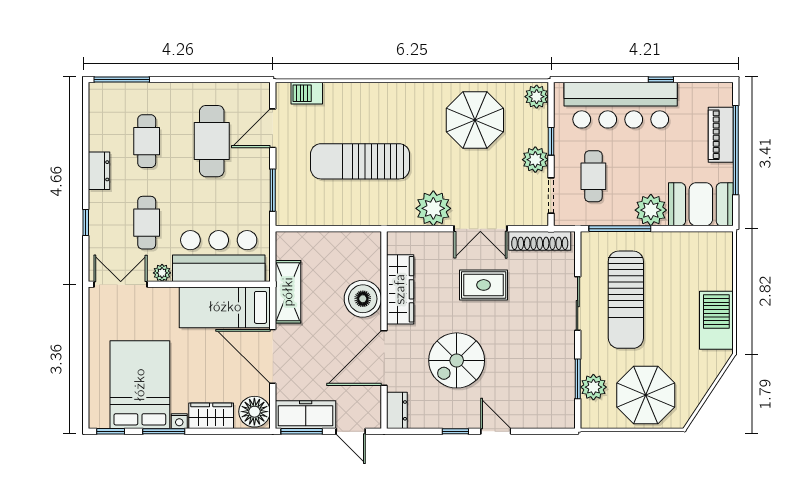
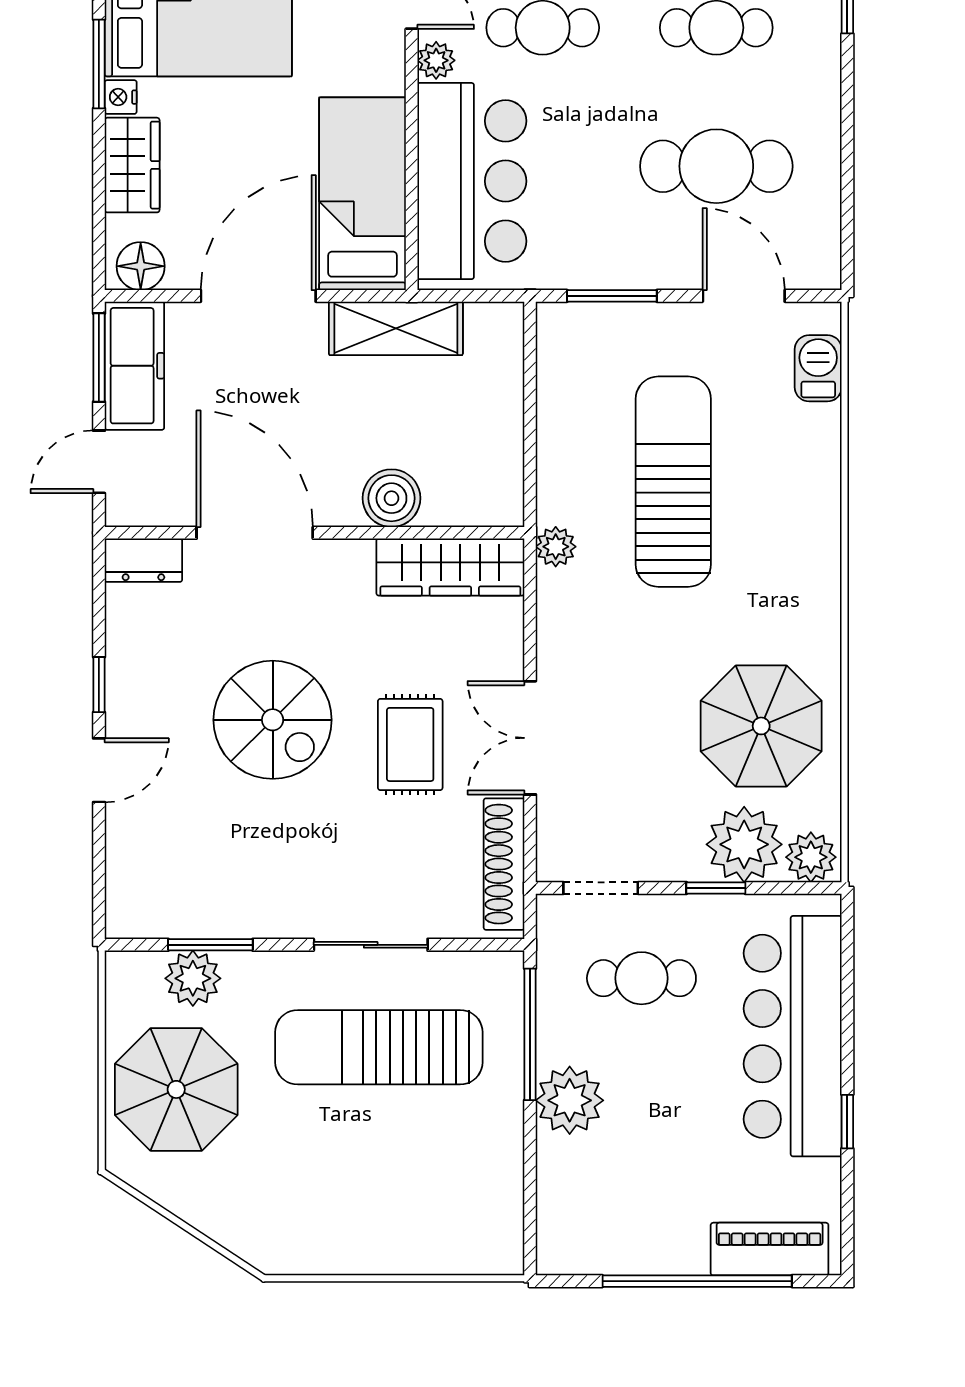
piano: (721, 135) -> (770, 1249), moved
plant: (535, 160) -> (744, 844), moved, width x1.36, depth x1.36
booth: (701, 204) -> (582, 1207), removed
plant: (433, 208) -> (556, 547), moved, width x0.53, depth x0.53
wardrobe: (400, 289) -> (450, 567), moved
boiler: (363, 299) -> (391, 498), width x0.73, depth x0.73
barbecue: (716, 320) -> (335, 1240), removed
spiral stairs: (457, 360) -> (273, 720), moved, turned 180
floor lamp: (254, 412) -> (141, 266), width x0.73, depth x0.73

